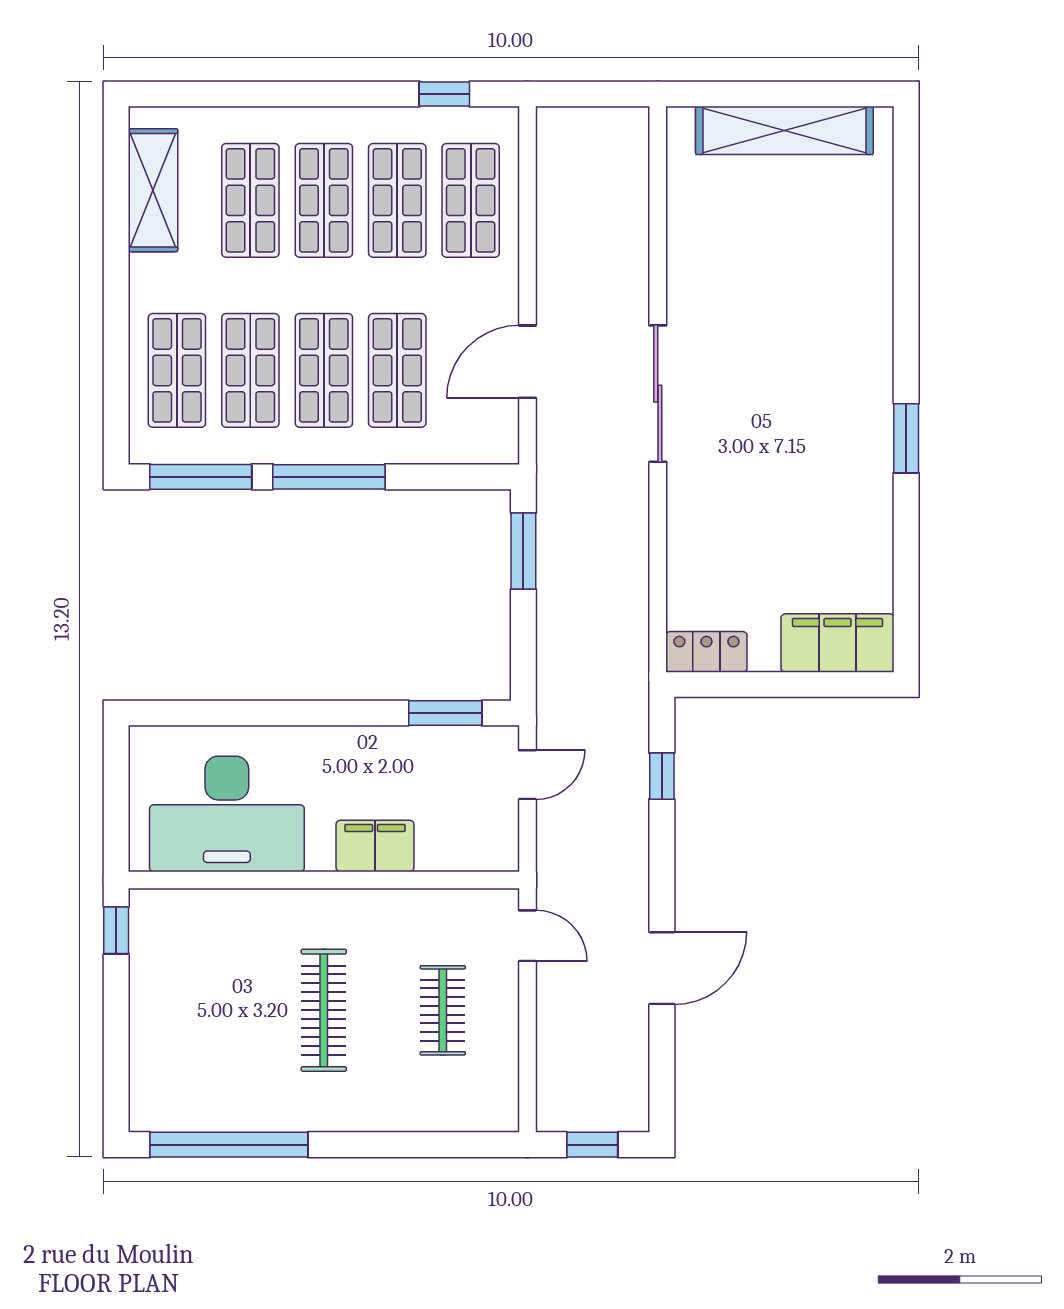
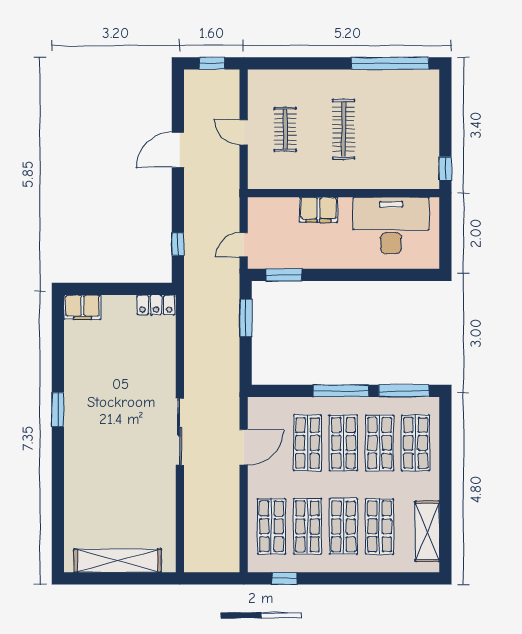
window: (523, 551) -> (246, 318), moved
filing cabinet: (837, 643) -> (82, 307), width x0.67, depth x0.86
door: (527, 936) -> (244, 132), moved

